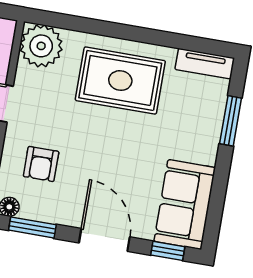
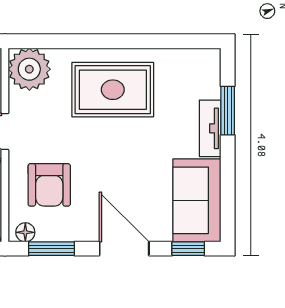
tv unit: (205, 64) -> (210, 128), moved, turned 90
armchair: (41, 164) -> (49, 185), width x1.38, depth x1.38

